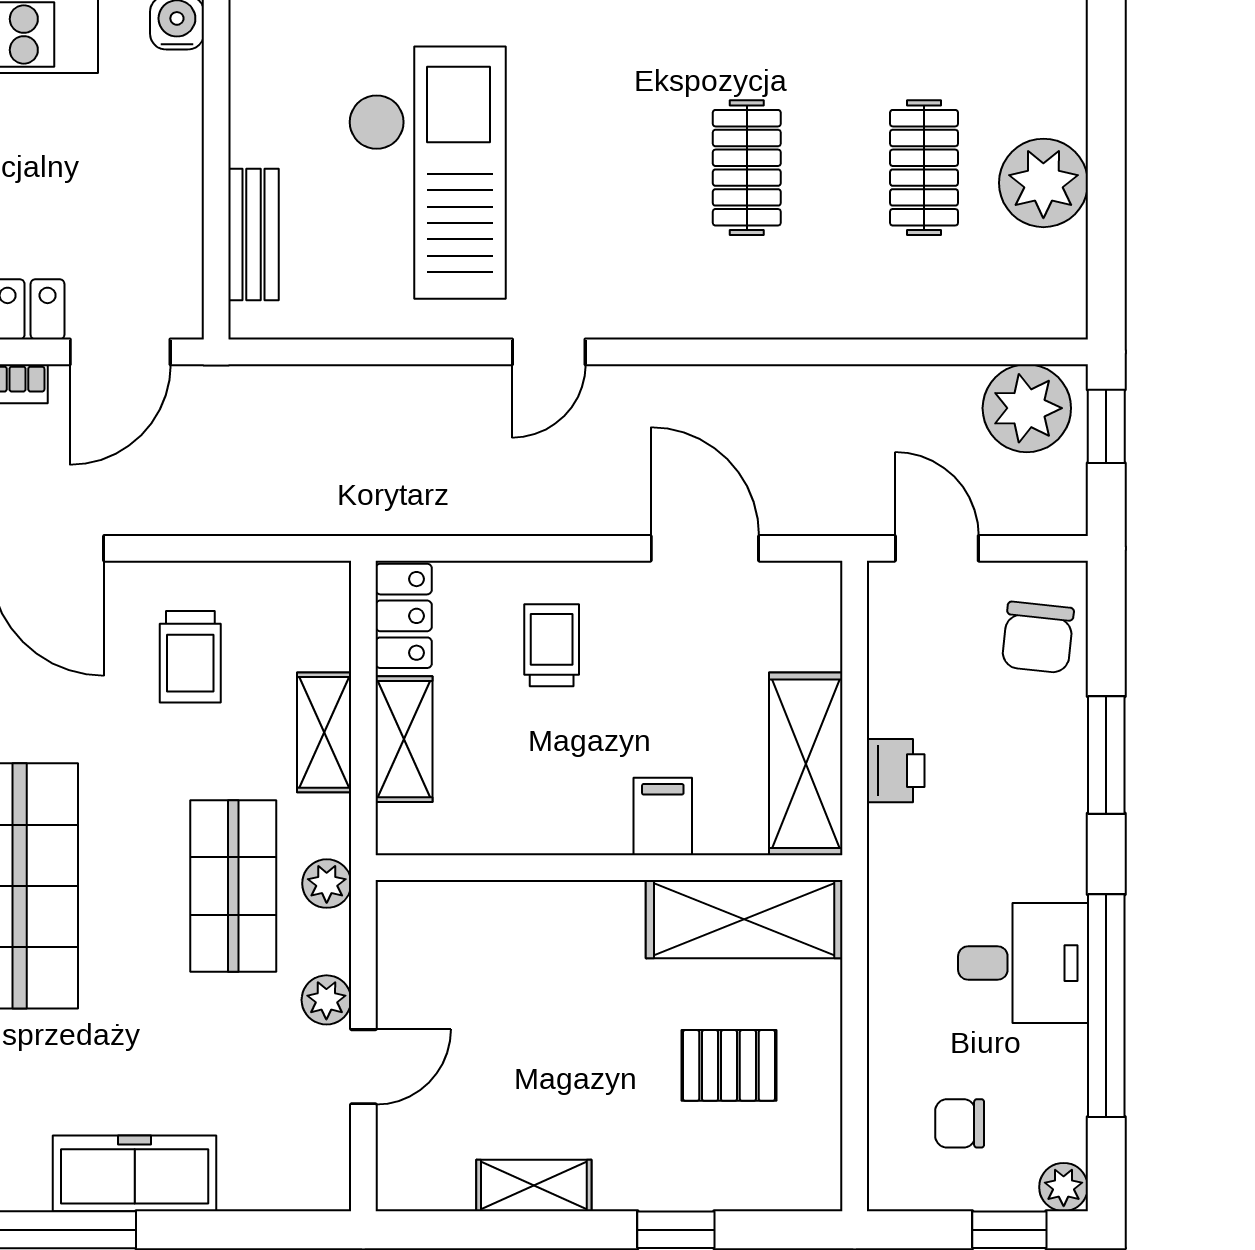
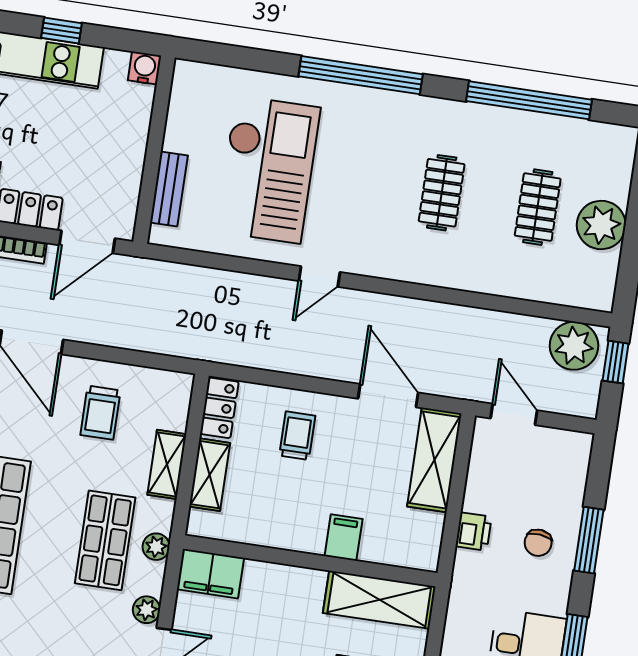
chair: (1038, 637) -> (538, 543), moved, width x0.73, depth x0.73
shelving: (806, 764) -> (434, 460), moved
filing cabinet: (432, 917) -> (210, 574), added

